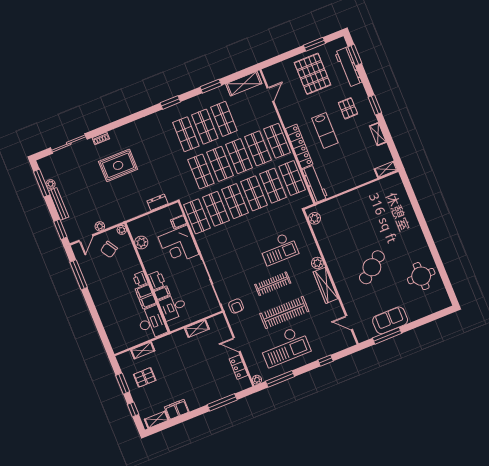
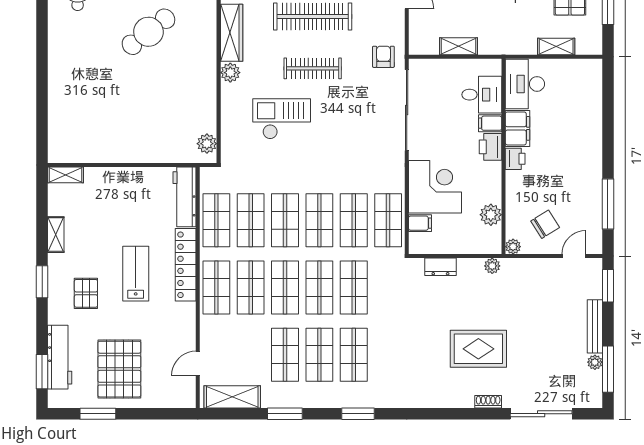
plant: (100, 226) -> (492, 266), moved

